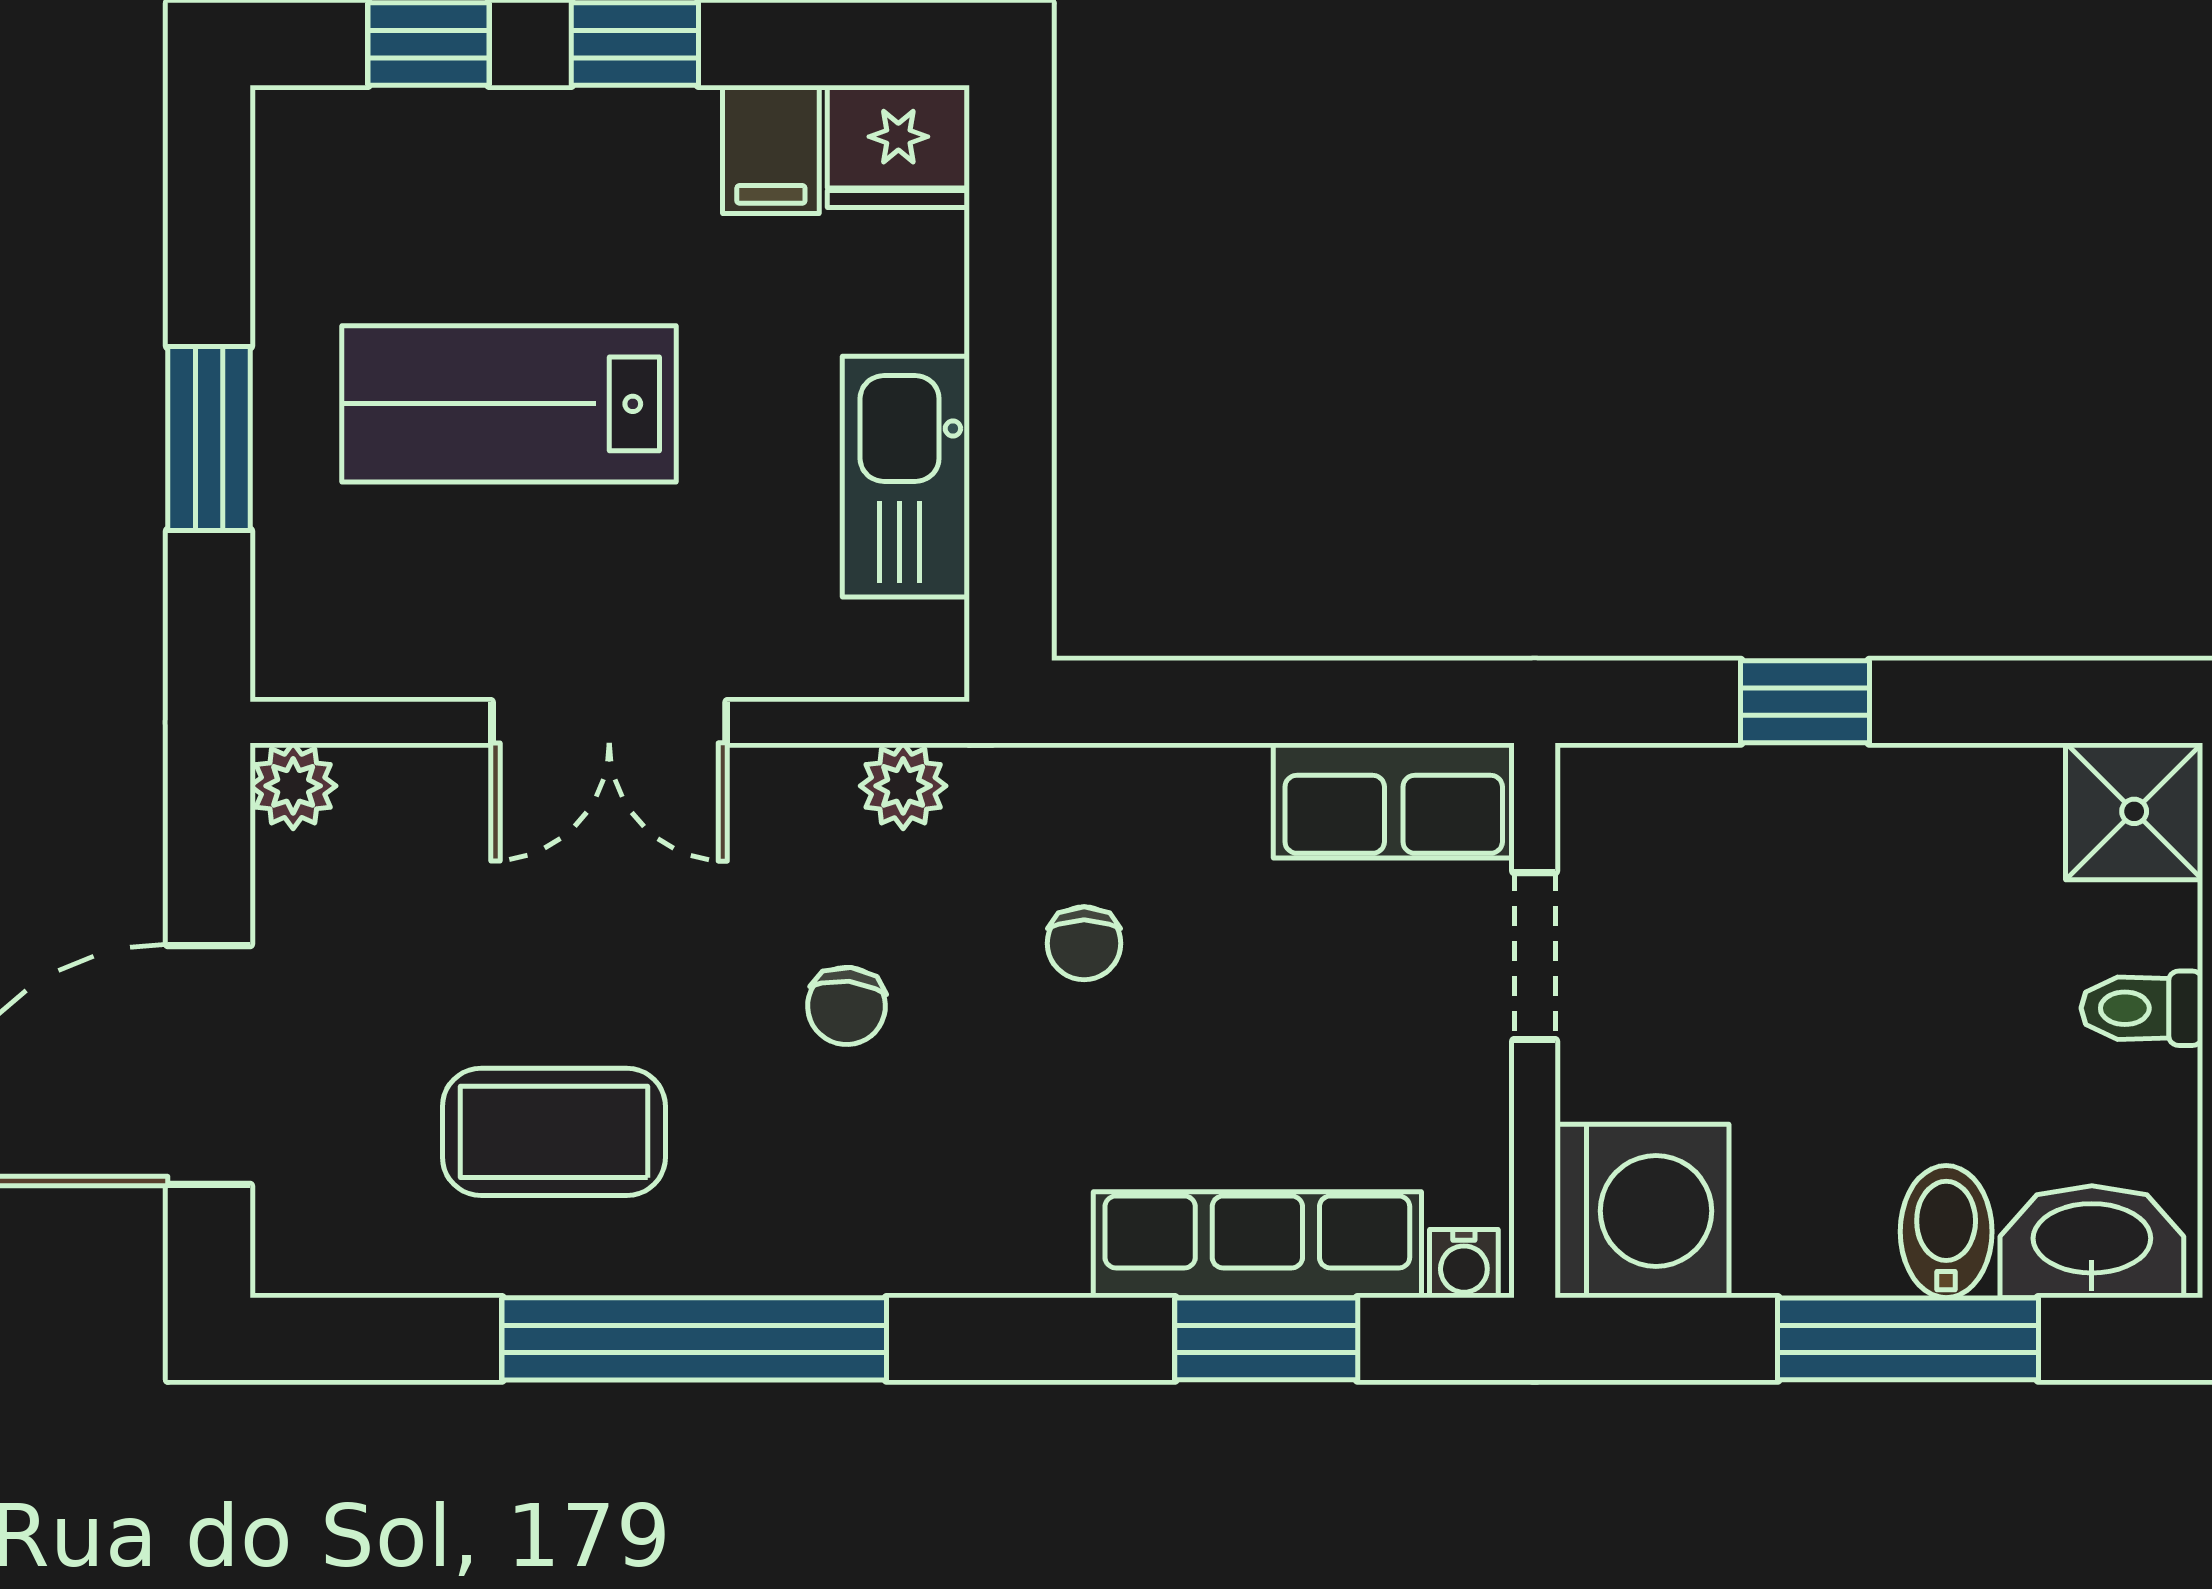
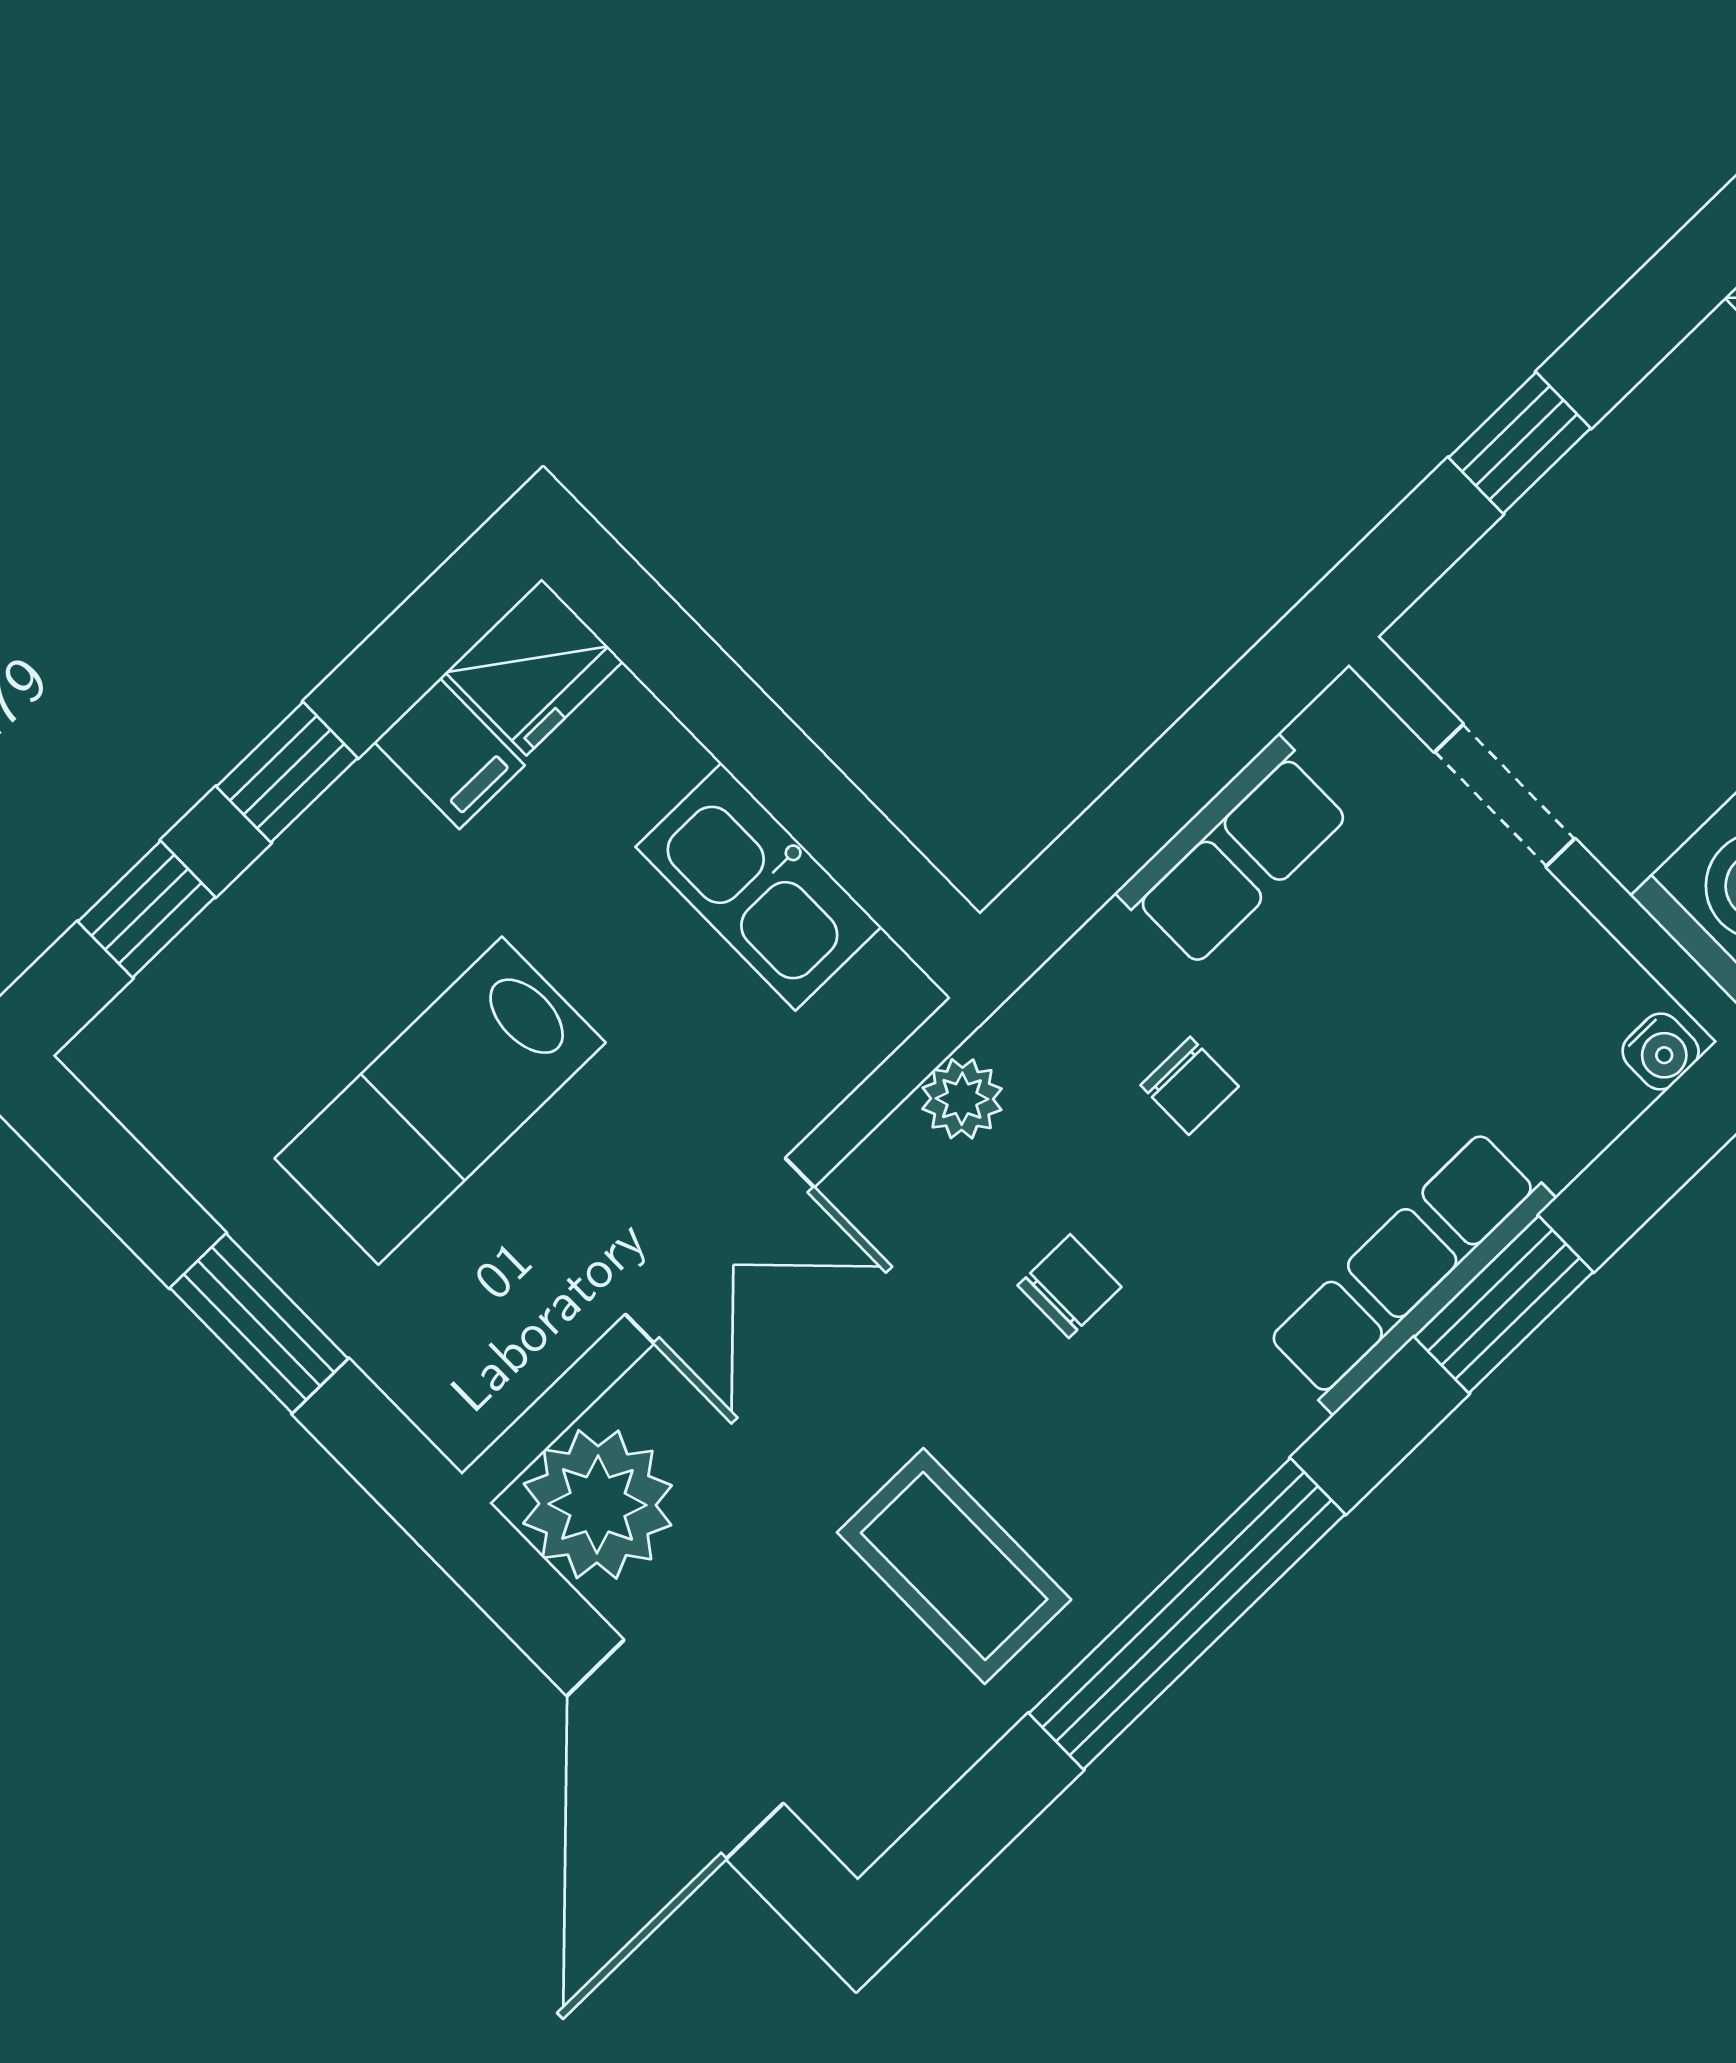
plant: (293, 786) -> (598, 1504), width x1.87, depth x1.87
row of seats: (1394, 800) -> (1234, 852), moved
chair: (847, 1006) -> (1070, 1286), turned -96
coffee table: (554, 1132) -> (954, 1566), turned 90
row of seats: (1257, 1245) -> (1410, 1271), moved
window: (1266, 1339) -> (1504, 1305), moved

